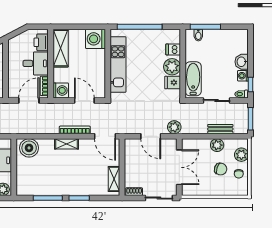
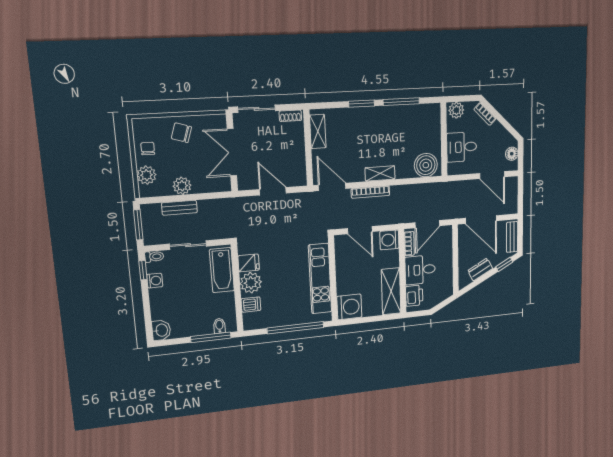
washbasin: (242, 62) -> (161, 330), moved
plant: (174, 127) -> (242, 205), removed
chair: (221, 169) -> (181, 133), moved

